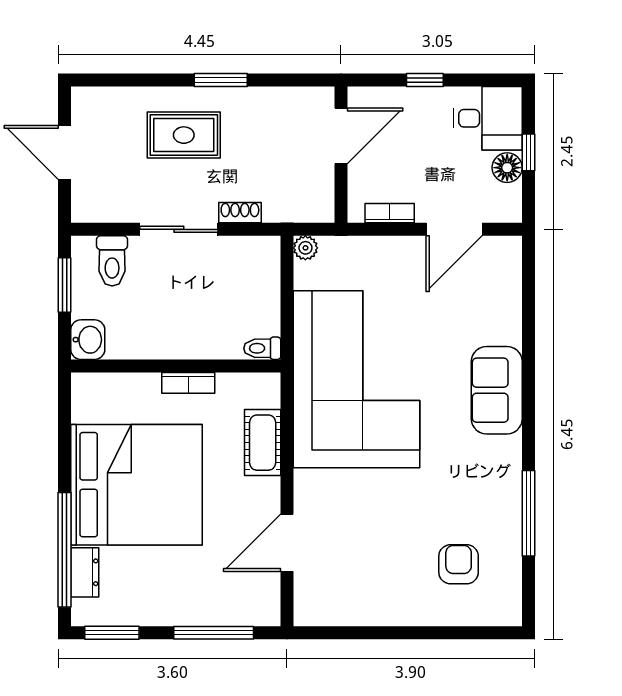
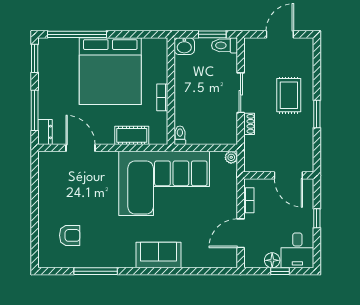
door: (454, 229) -> (241, 233), hinge flipped
toilet: (112, 261) -> (224, 45), moved
dresser: (85, 572) -> (45, 132), moved, turned -90

